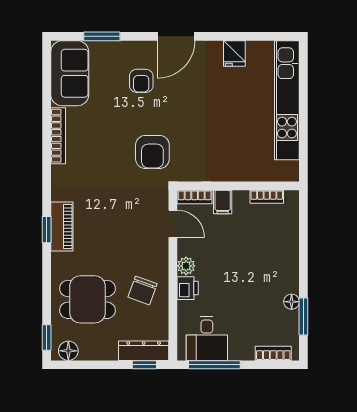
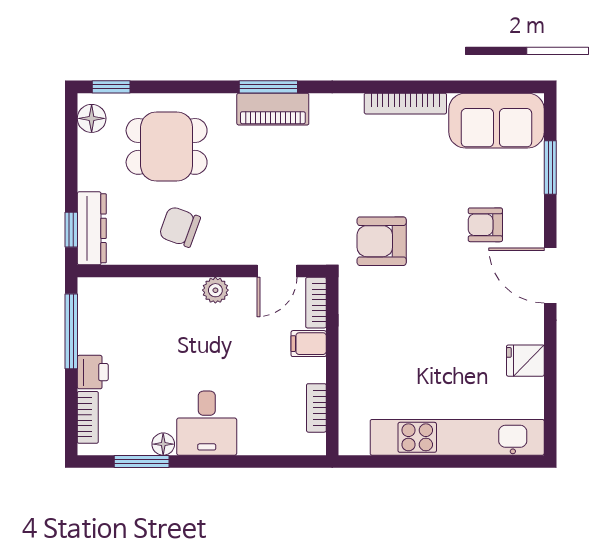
window: (47, 230) -> (268, 87), width x1.50
printer: (188, 288) -> (93, 372), moved, turned -90
dining table: (87, 299) -> (167, 146), turned 90
desk: (207, 338) -> (207, 423), moved, turned -90

